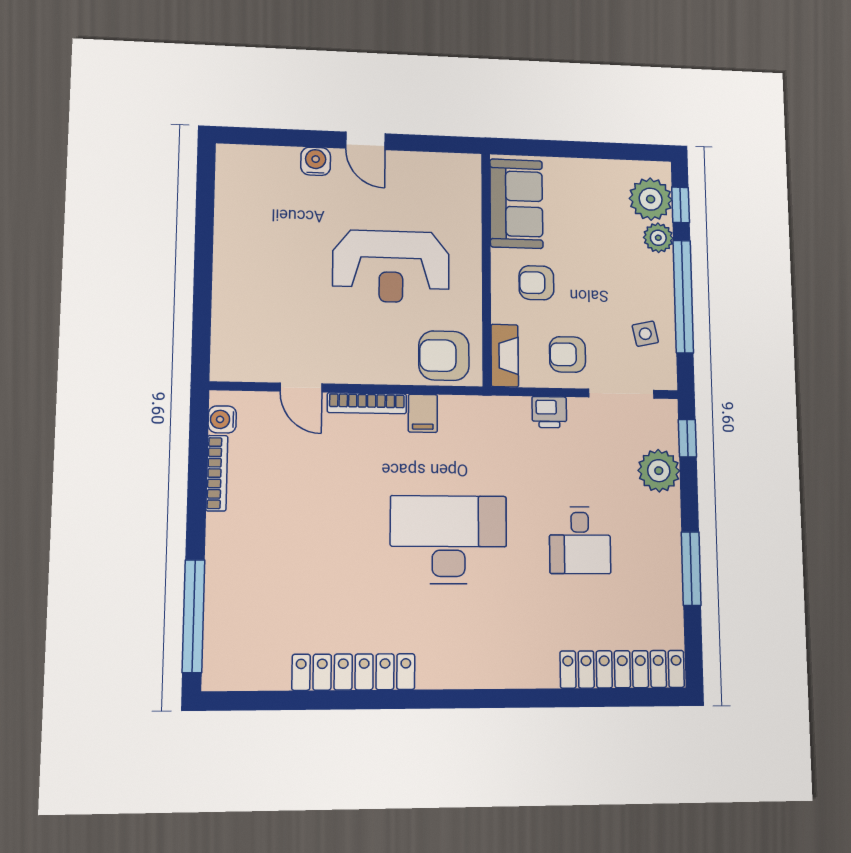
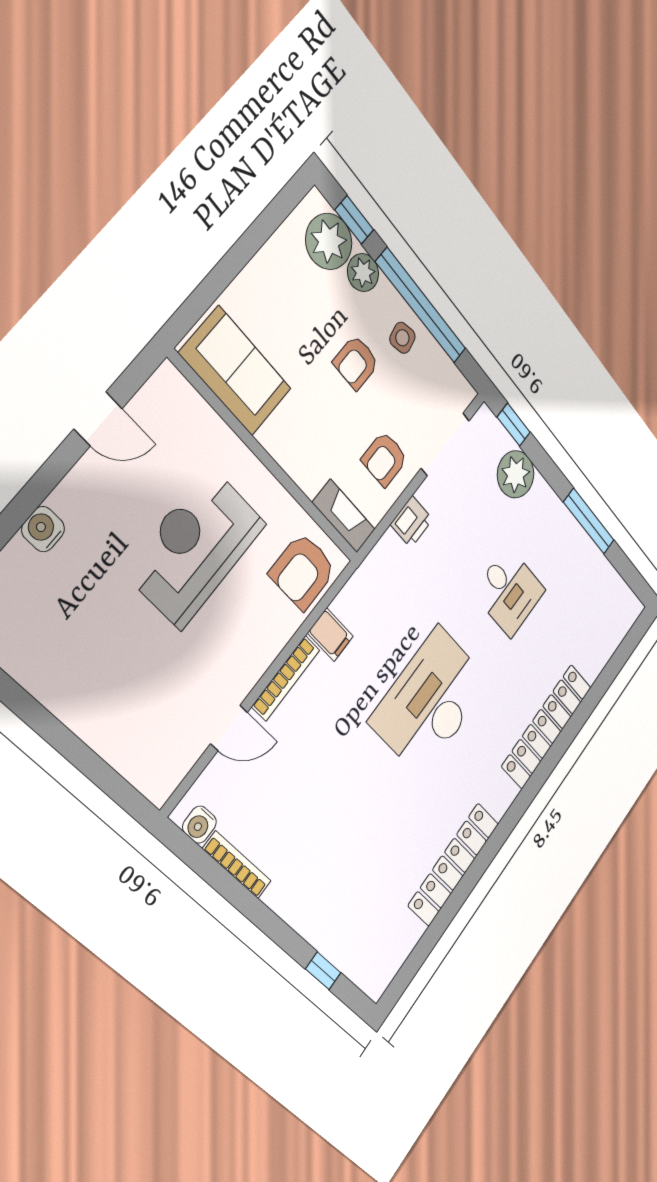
door: (365, 141) -> (98, 419), moved
reception desk: (391, 266) -> (196, 547), turned 180
armchair: (536, 283) -> (356, 362), moved
side table: (645, 334) -> (402, 338), moved
window: (193, 616) -> (323, 971), width x0.32
locker: (622, 669) -> (547, 726), moved

